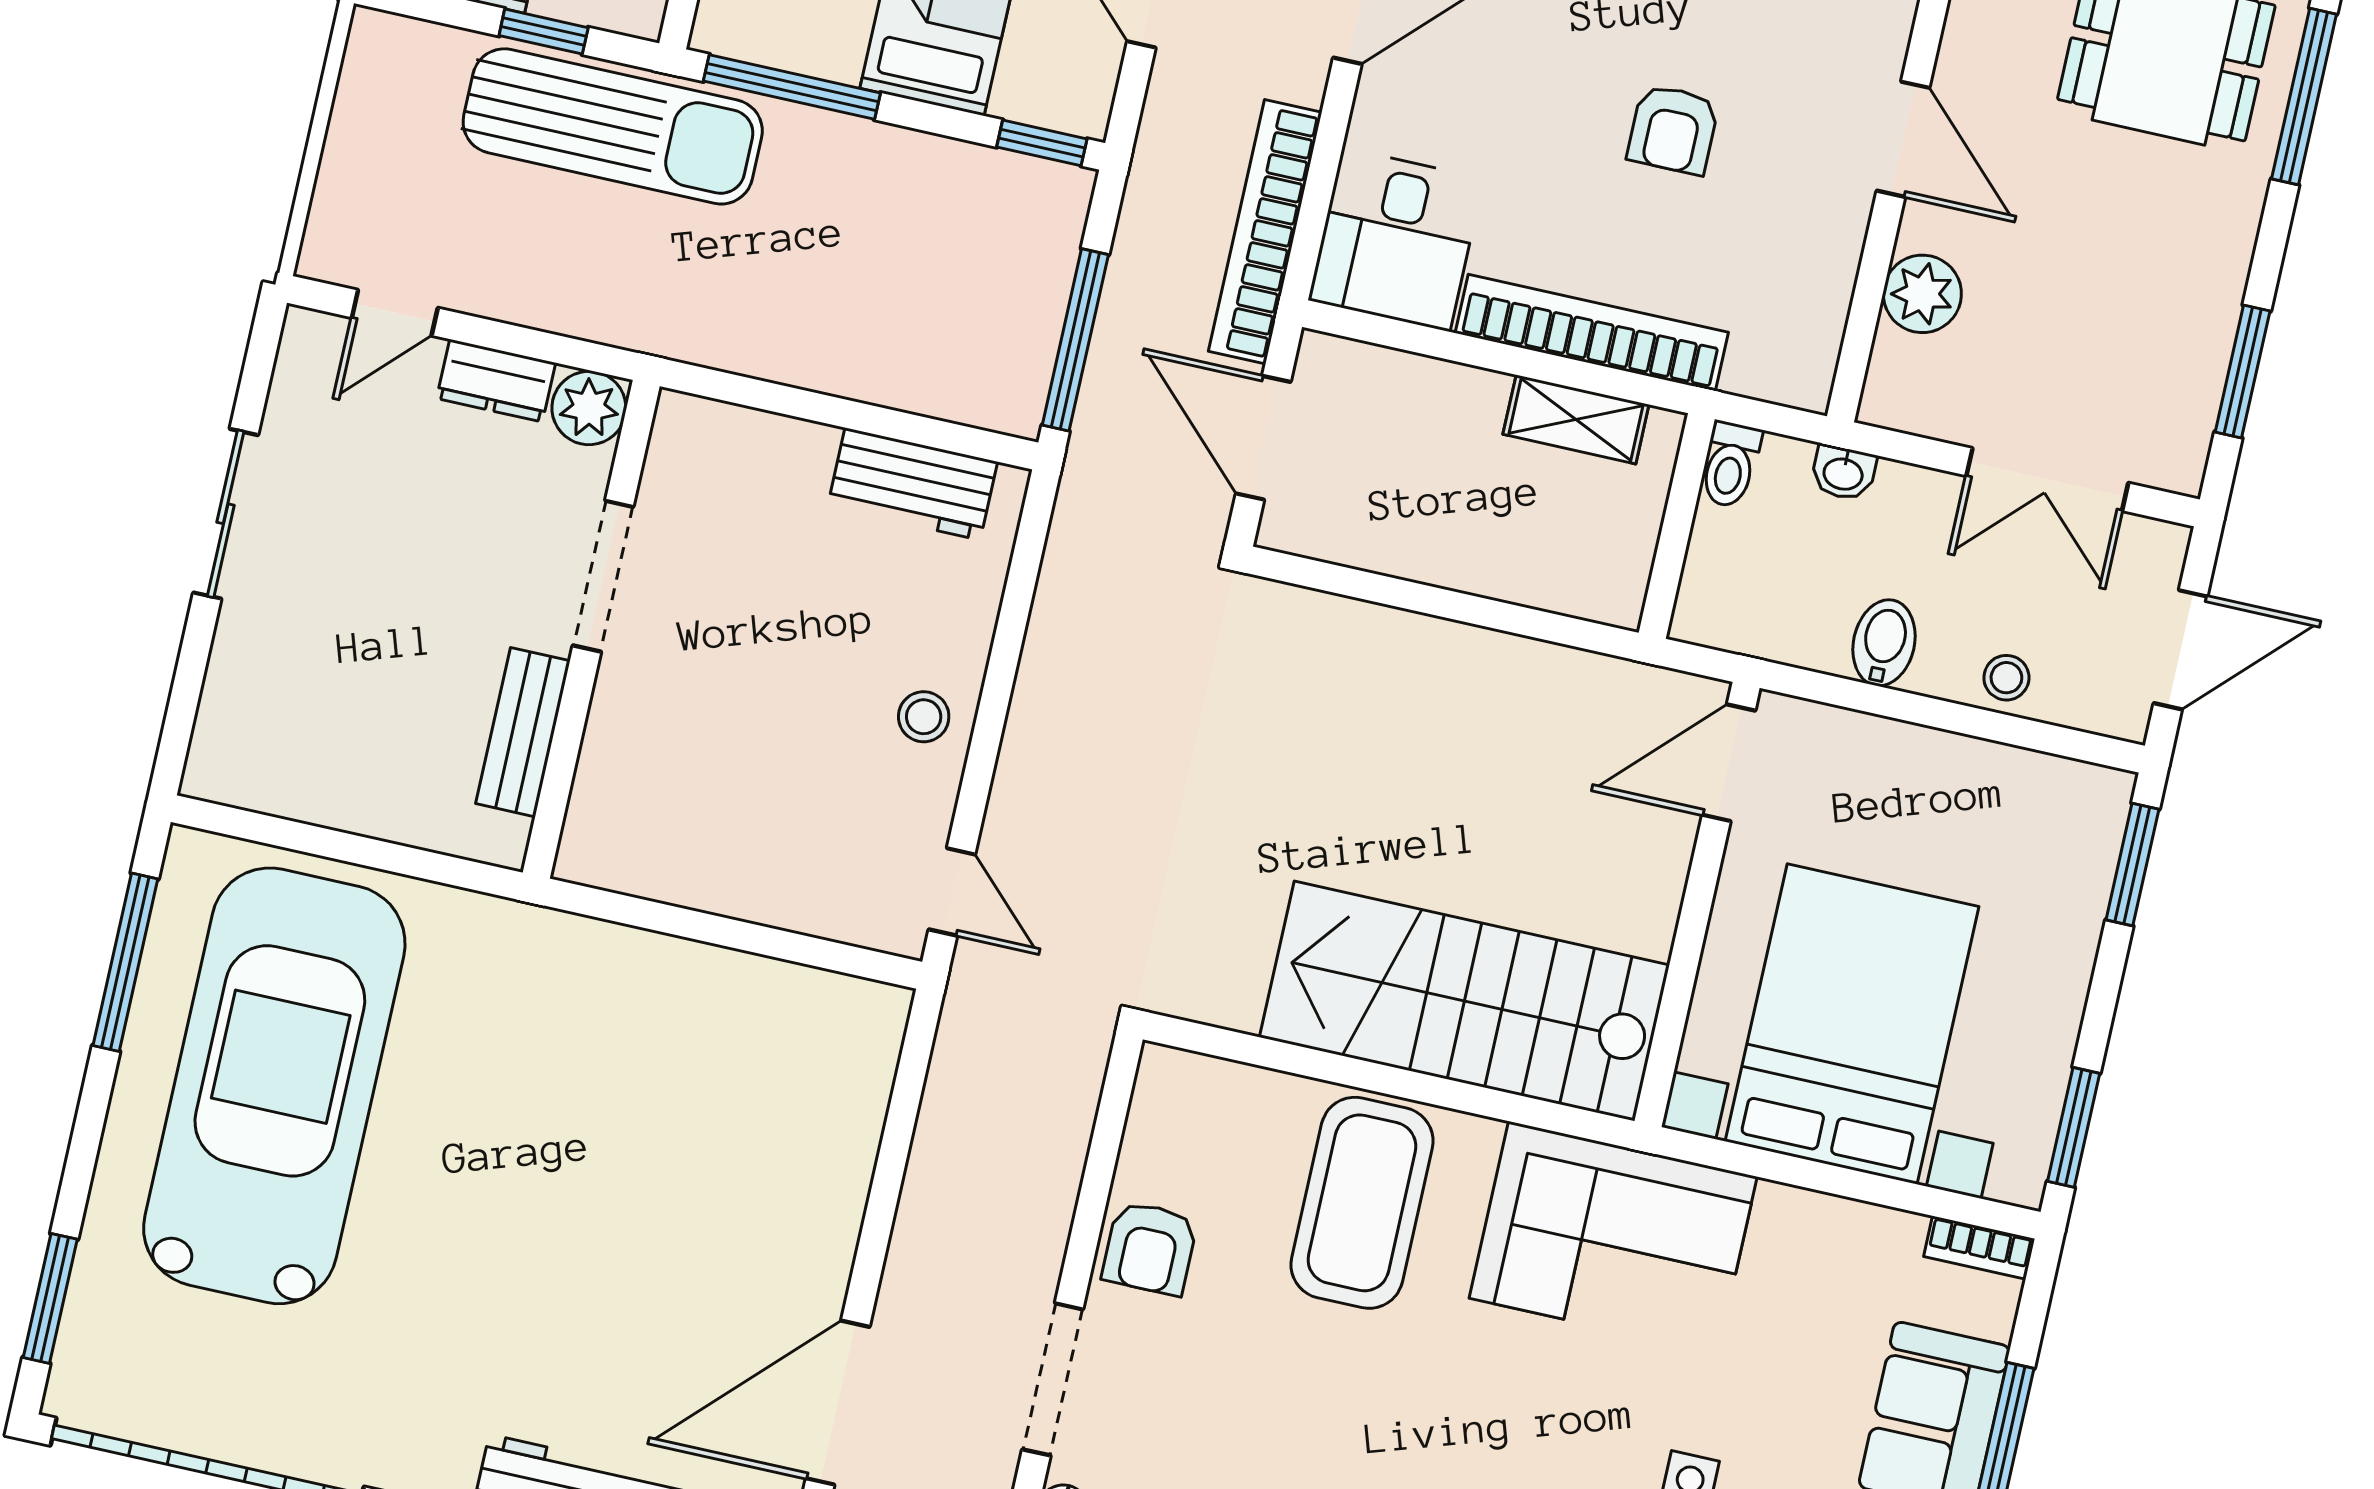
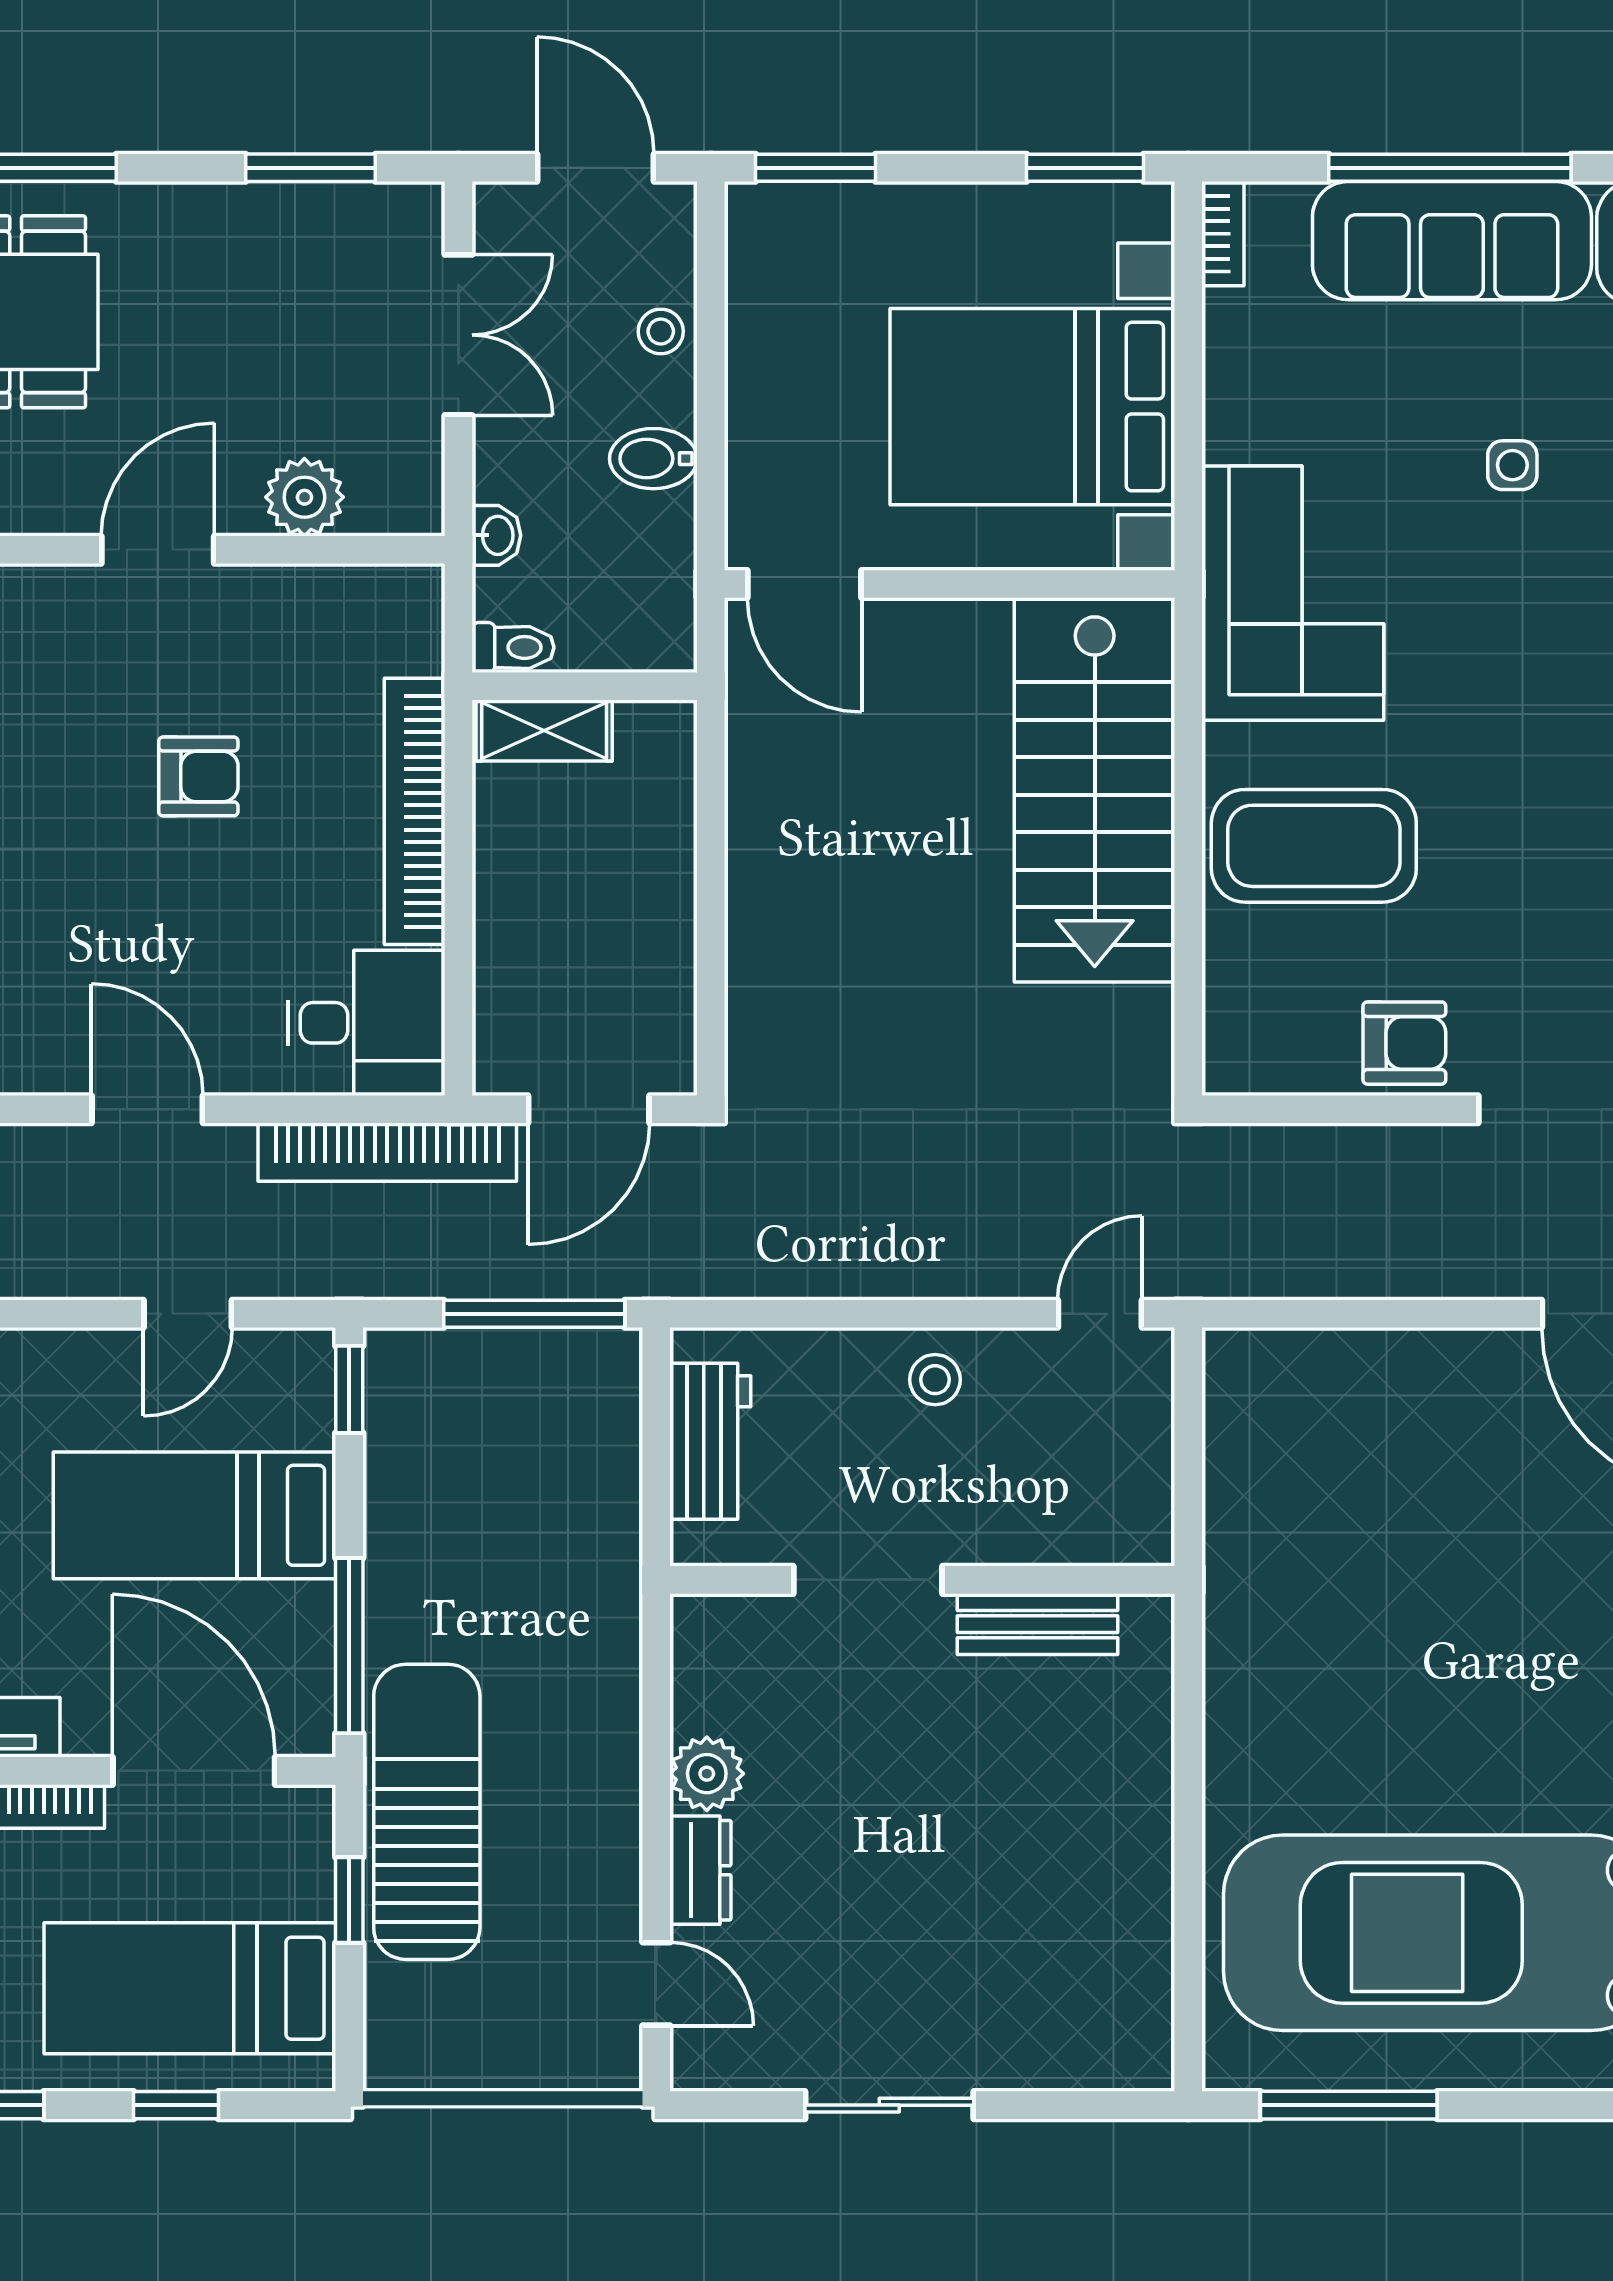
shelving: (1576, 419) -> (544, 730), moved, turned 90
doorway: (603, 576) -> (868, 1580), moved
wall: (591, 629) -> (922, 1580), moved
bench: (523, 732) -> (1038, 1624), moved

